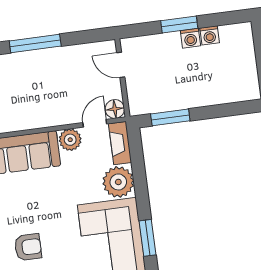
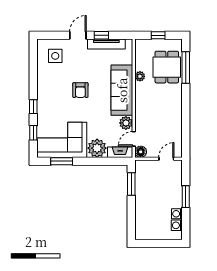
washing machine: (190, 38) -> (177, 225), moved
window: (35, 43) -> (186, 110), removed
door: (95, 123) -> (134, 139), swing flipped
armchair: (28, 247) -> (80, 90), moved

